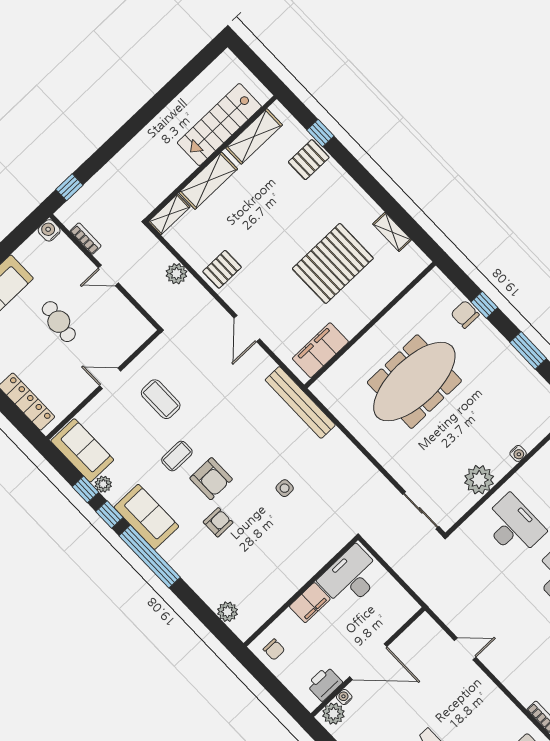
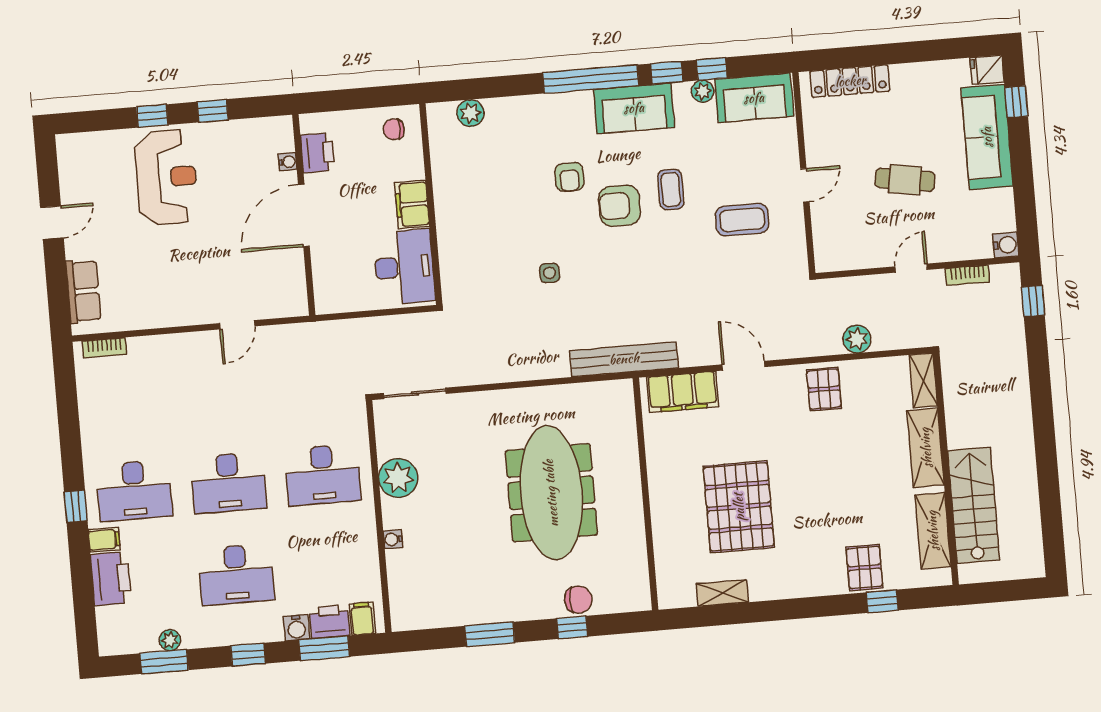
filing cabinet: (320, 350) -> (683, 392), moved, turned 90
plant: (333, 714) -> (280, 137), removed

